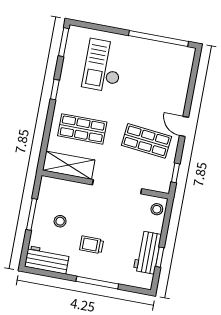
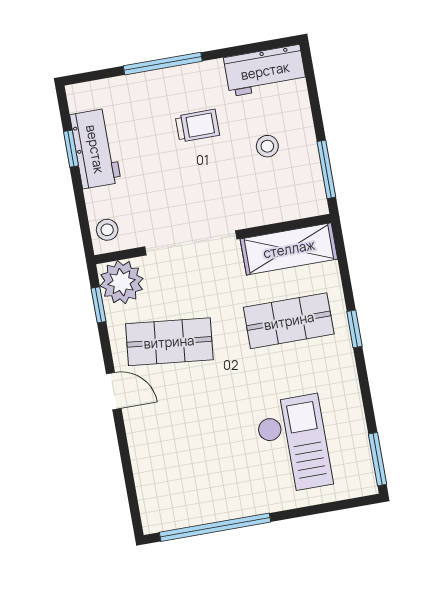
window: (55, 90) -> (354, 329), moved
plant: (159, 180) -> (122, 282), added
window: (32, 214) -> (326, 169), moved

